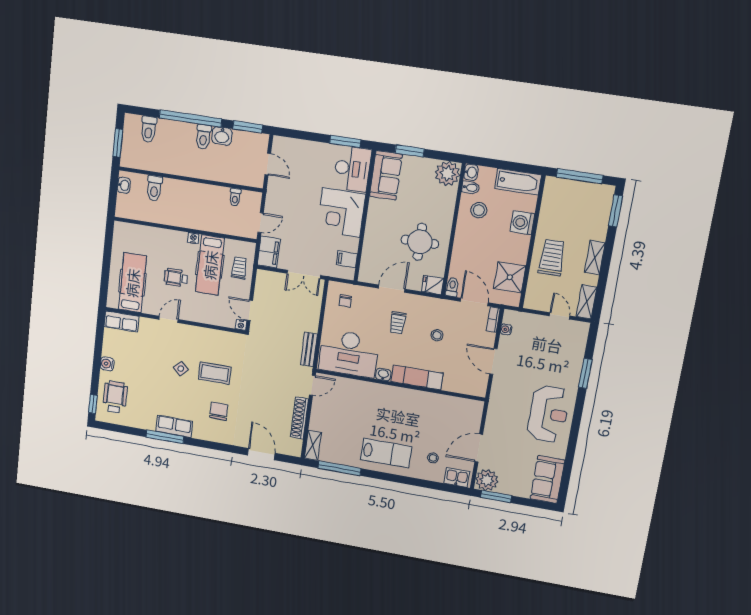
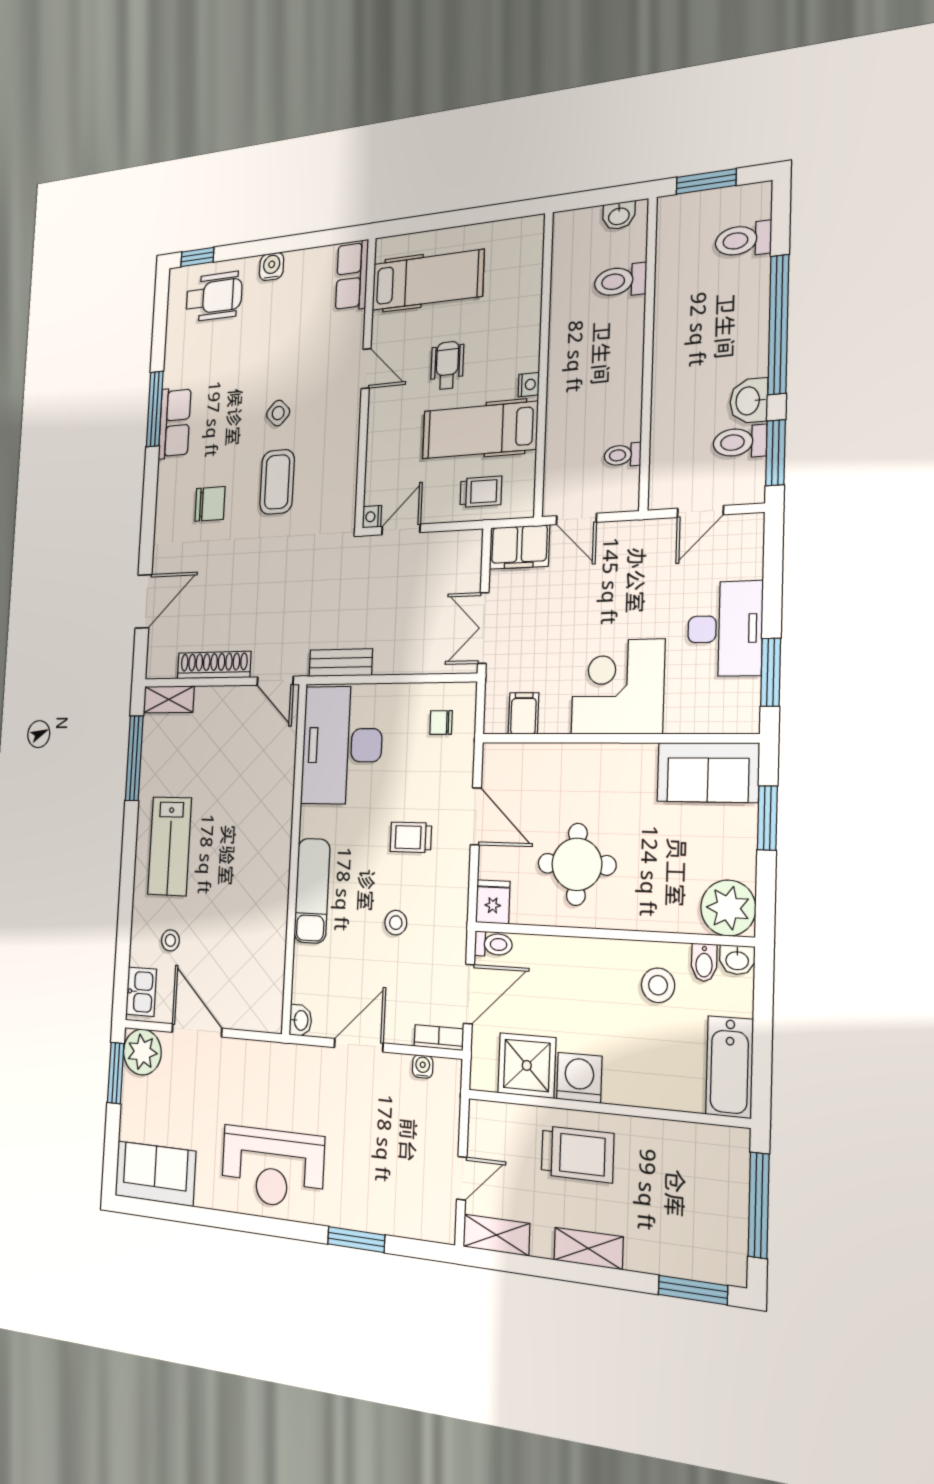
toilet: (203, 137) -> (740, 442), moved
desk: (352, 169) -> (725, 629), moved, turned -90
washing machine: (522, 223) -> (579, 1078), moved
washbasin: (383, 374) -> (300, 1020), moved

